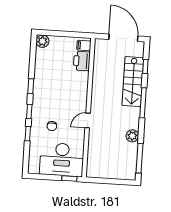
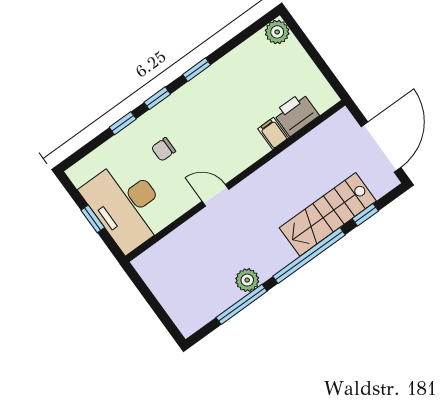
filing cabinet: (84, 45) -> (273, 133), moved
window: (143, 103) -> (309, 256), width x1.46
window: (140, 158) -> (242, 304), moved
window: (69, 179) -> (93, 219), moved

